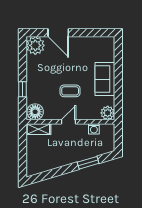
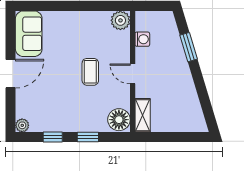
door: (58, 33) -> (11, 74), moved
plant: (35, 45) -> (22, 125), width x0.53, depth x0.53
window: (22, 63) -> (53, 137), added
sofa: (105, 79) -> (29, 34), moved, turned -90

